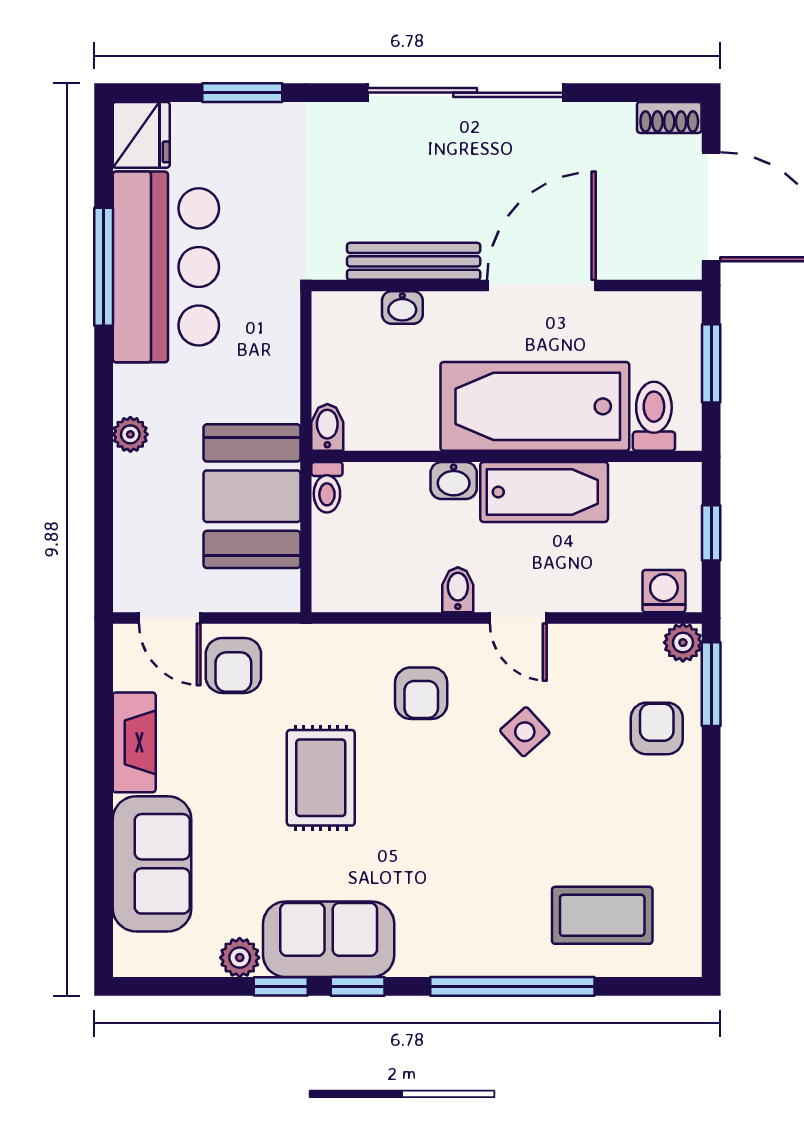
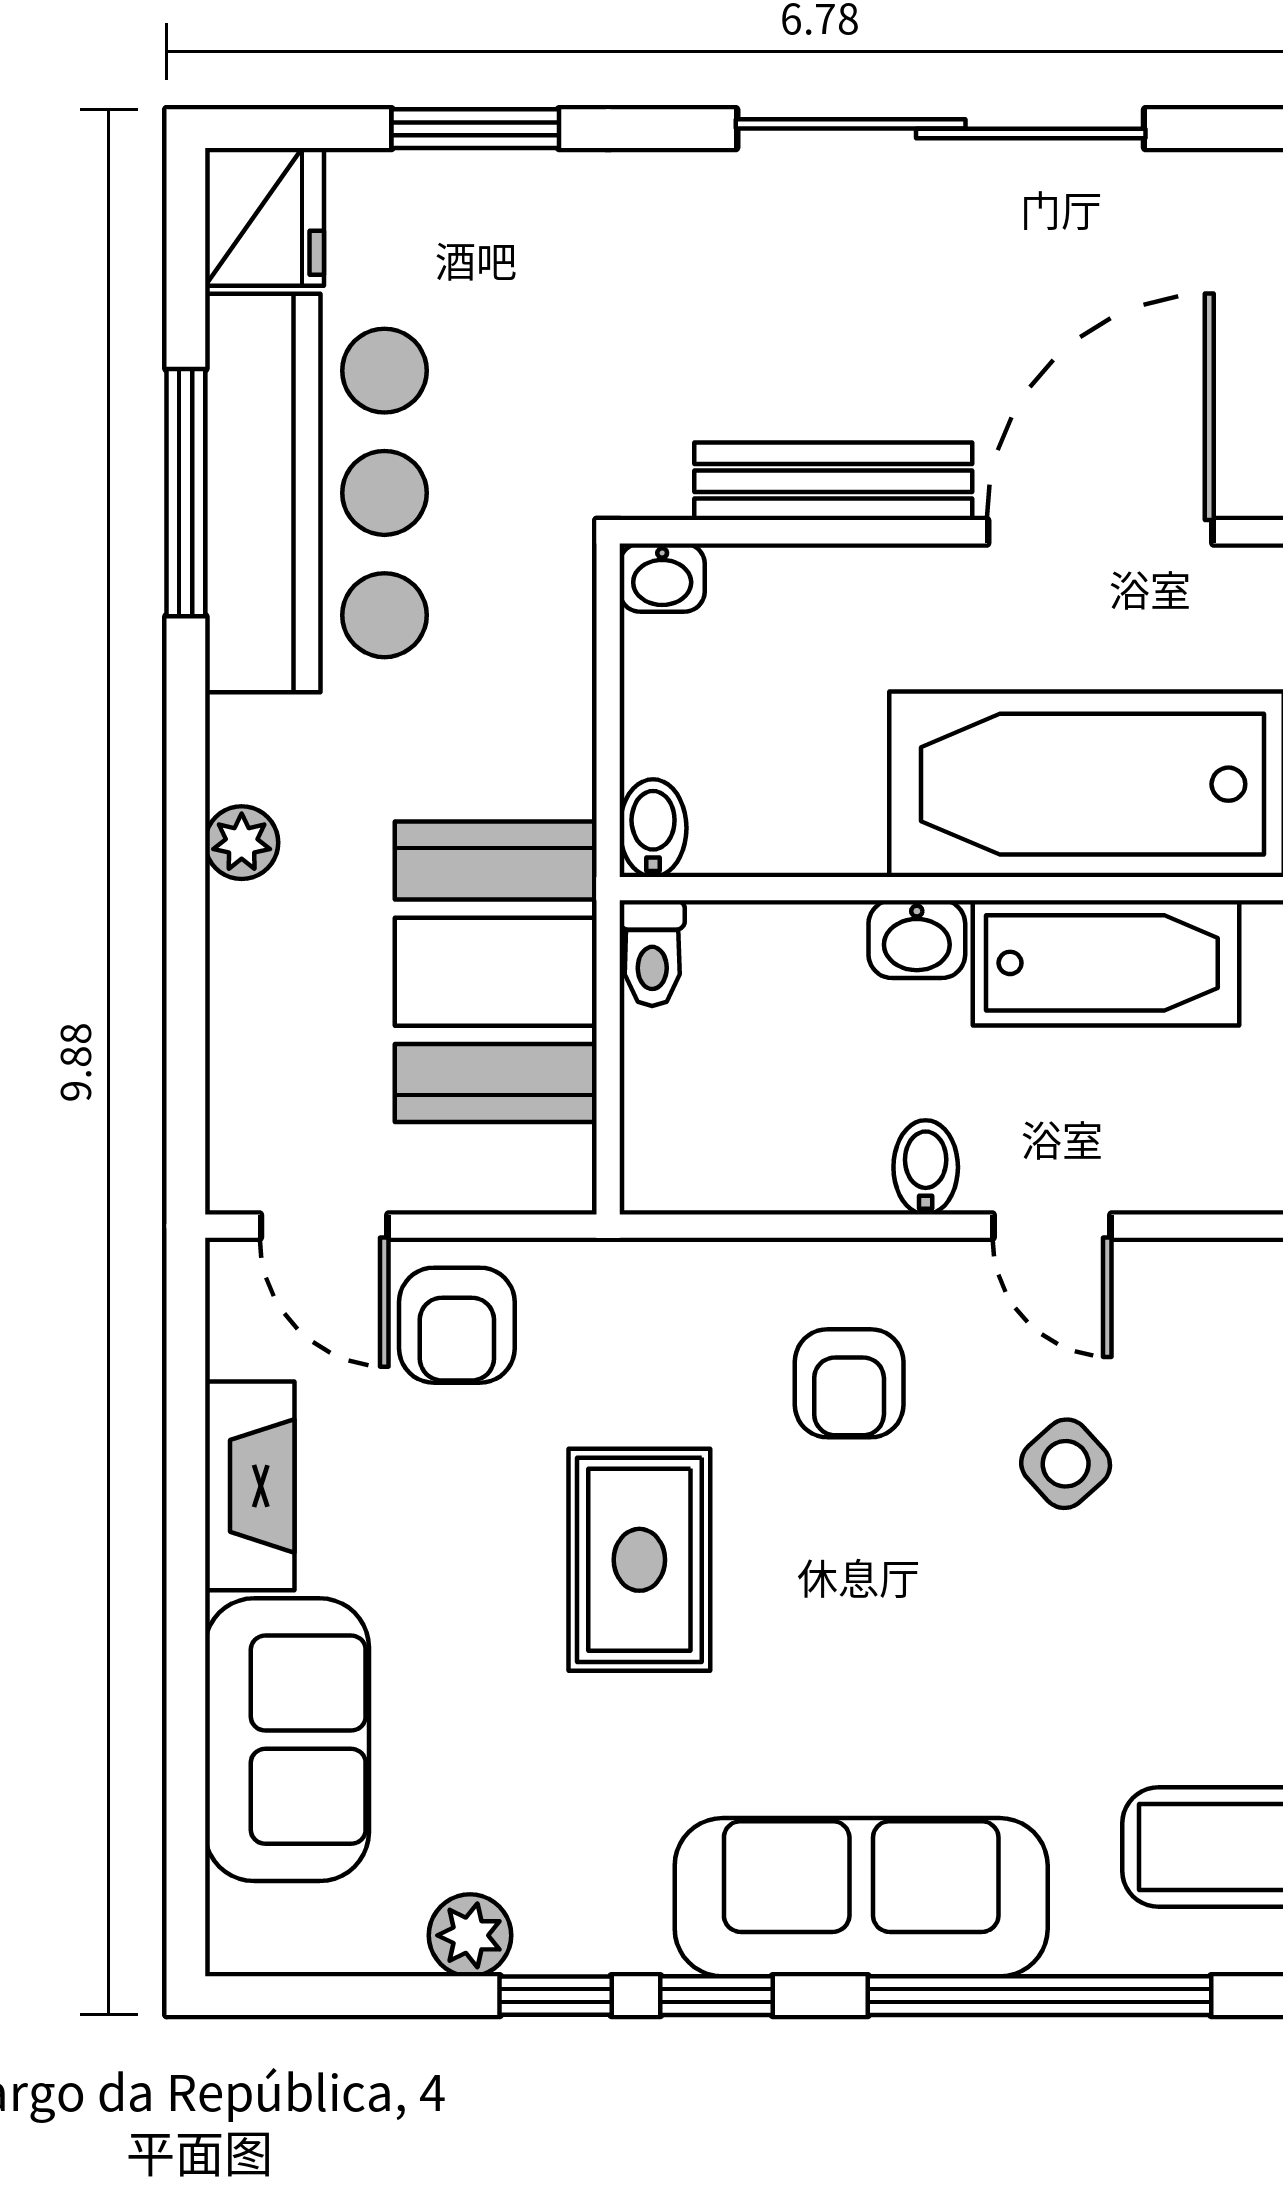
washbasin: (402, 307) -> (662, 578), moved
sofa: (329, 939) -> (861, 1897), moved, width x1.36

